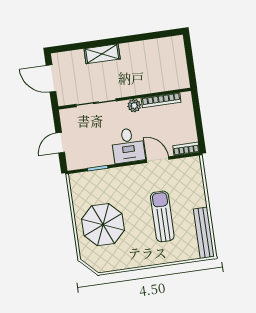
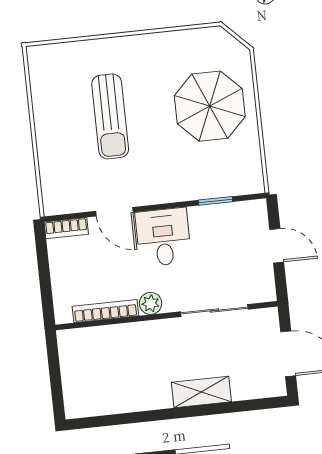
door: (60, 143) -> (277, 246), hinge flipped
bench: (204, 233) -> (42, 87), removed

